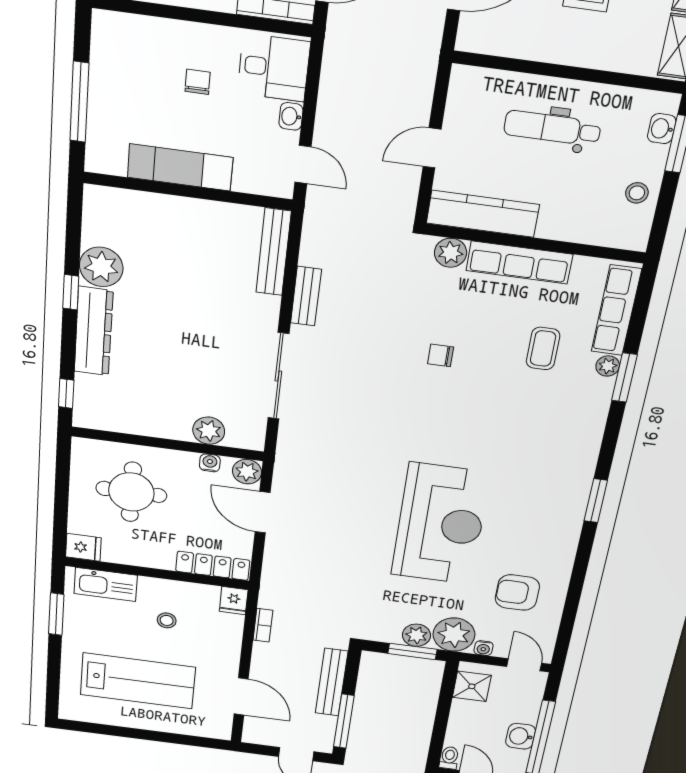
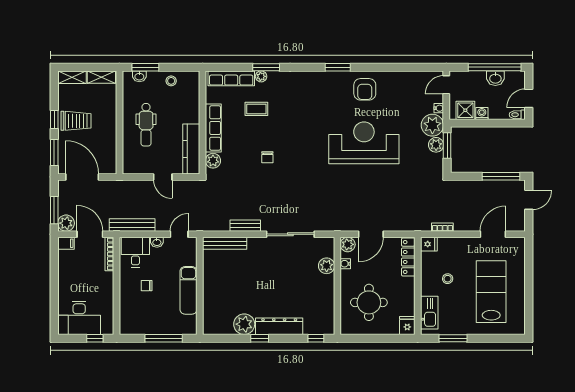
armchair: (517, 592) -> (365, 89), moved
bench: (332, 682) -> (132, 225), moved
washing machine: (461, 709) -> (482, 113), added

